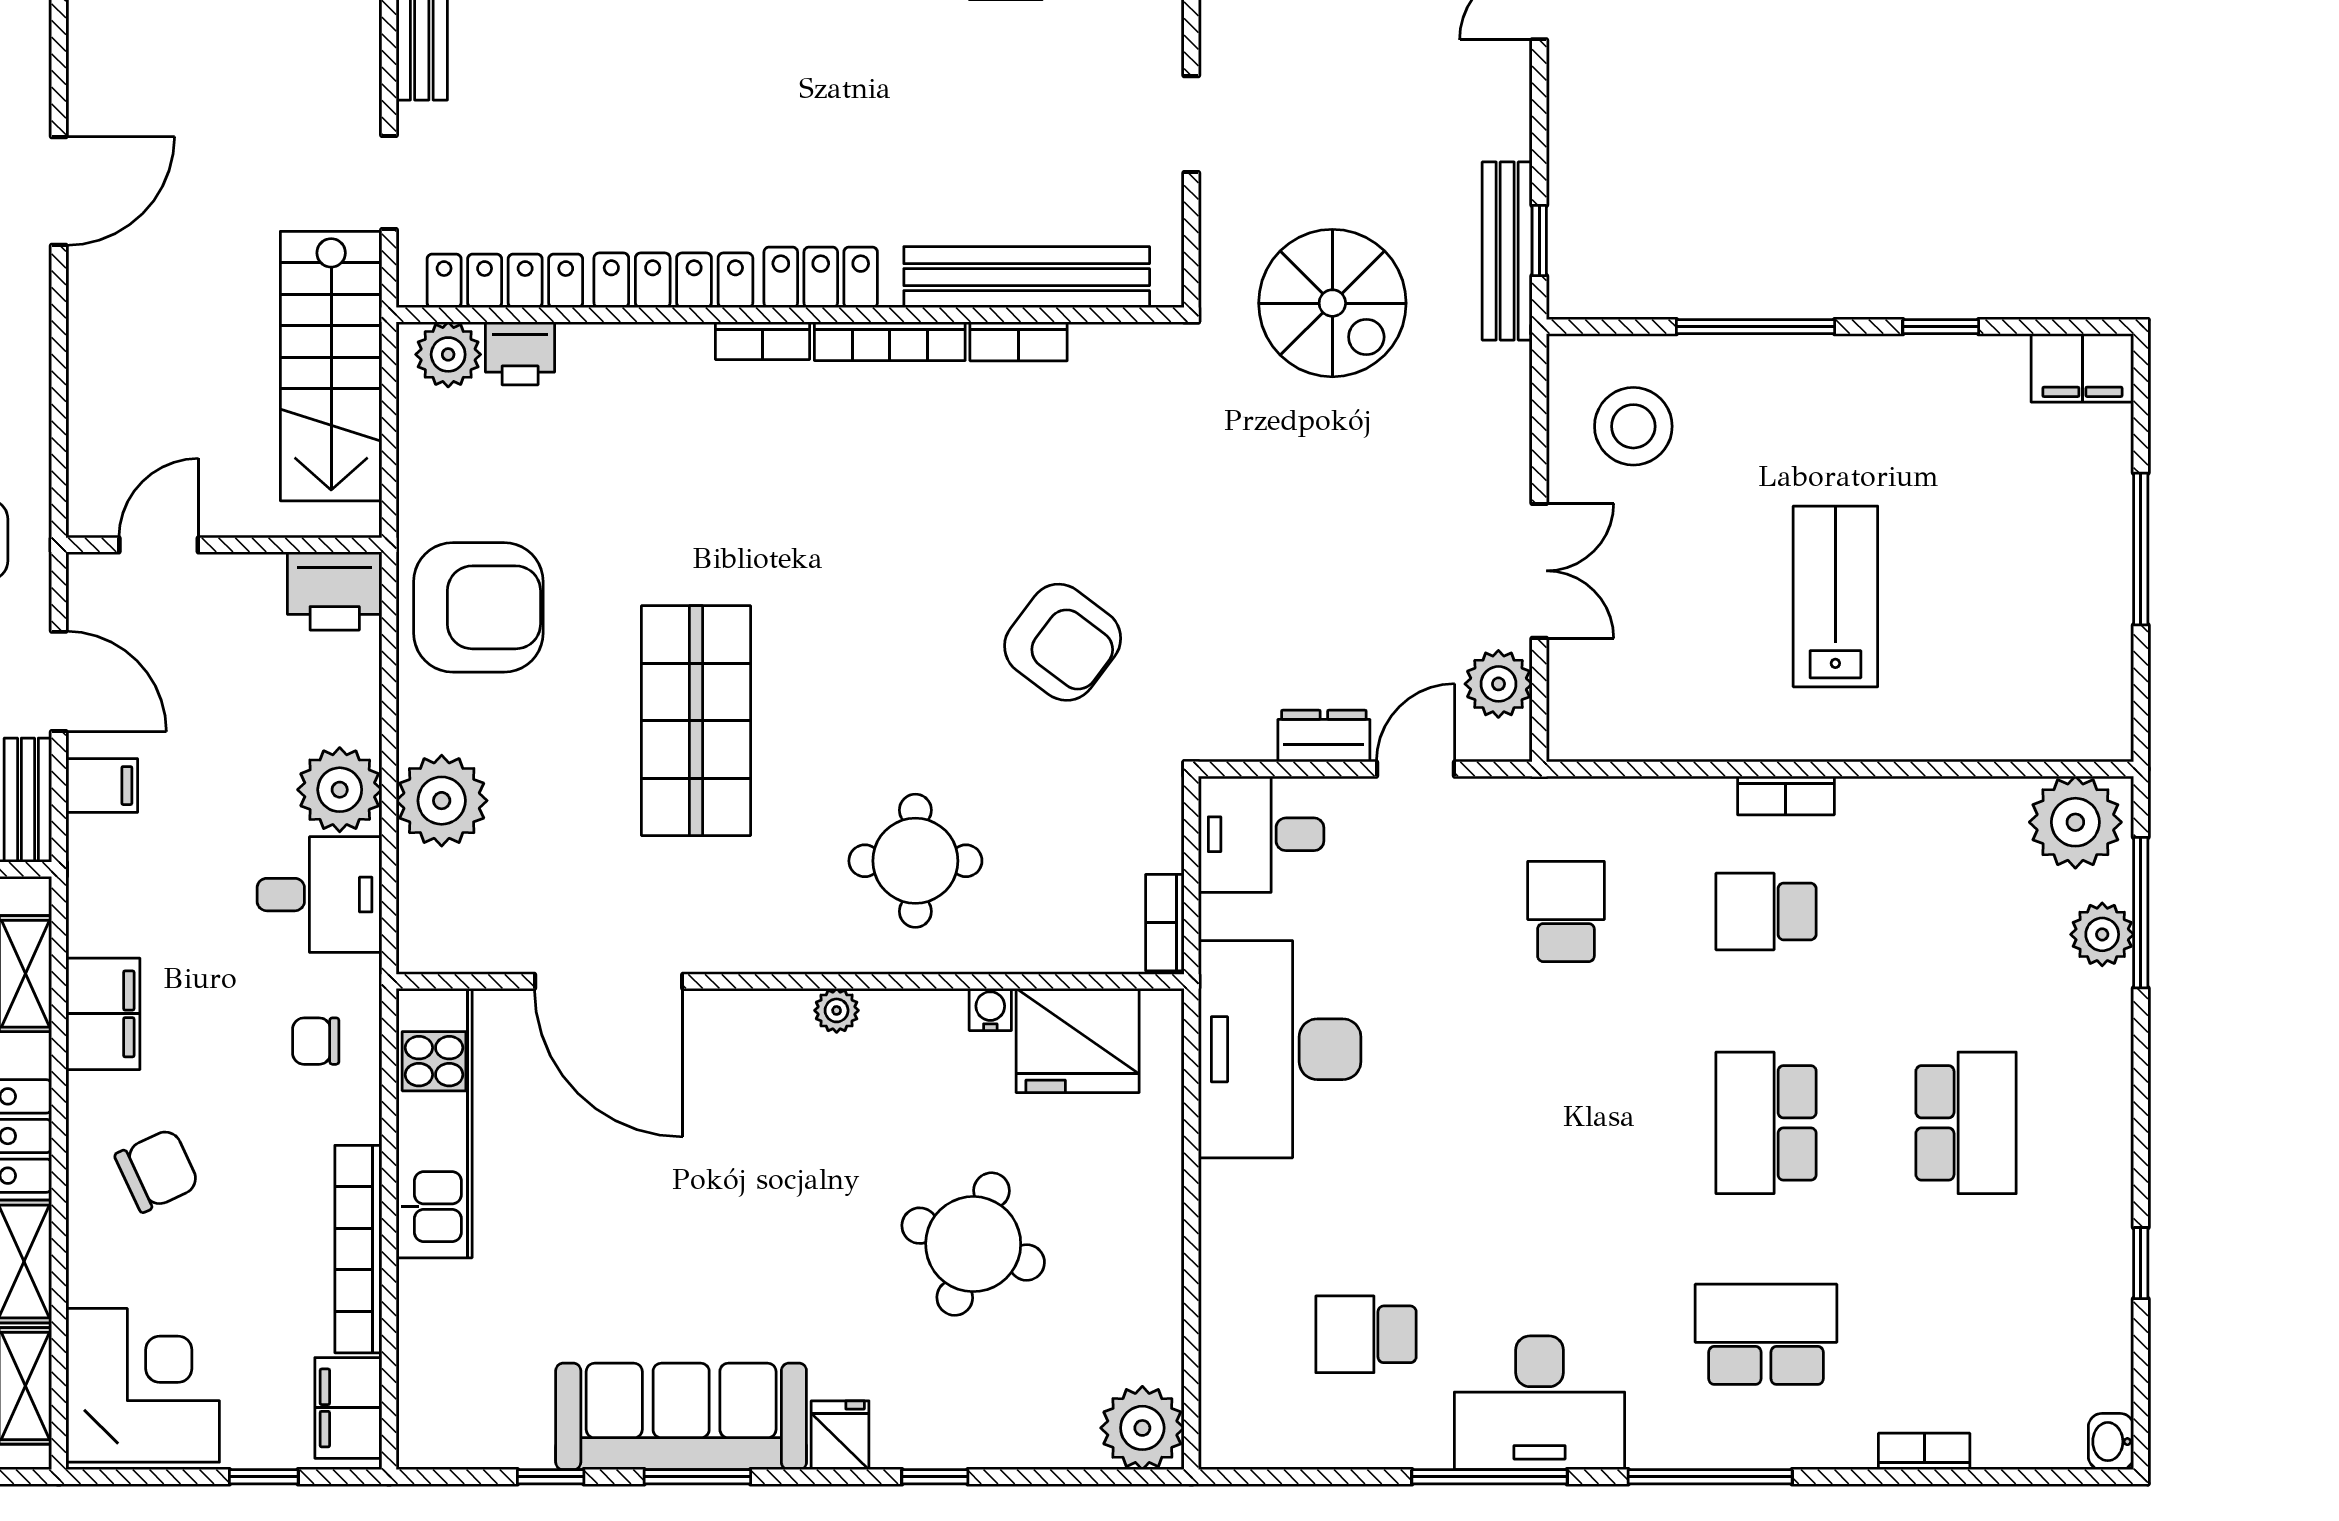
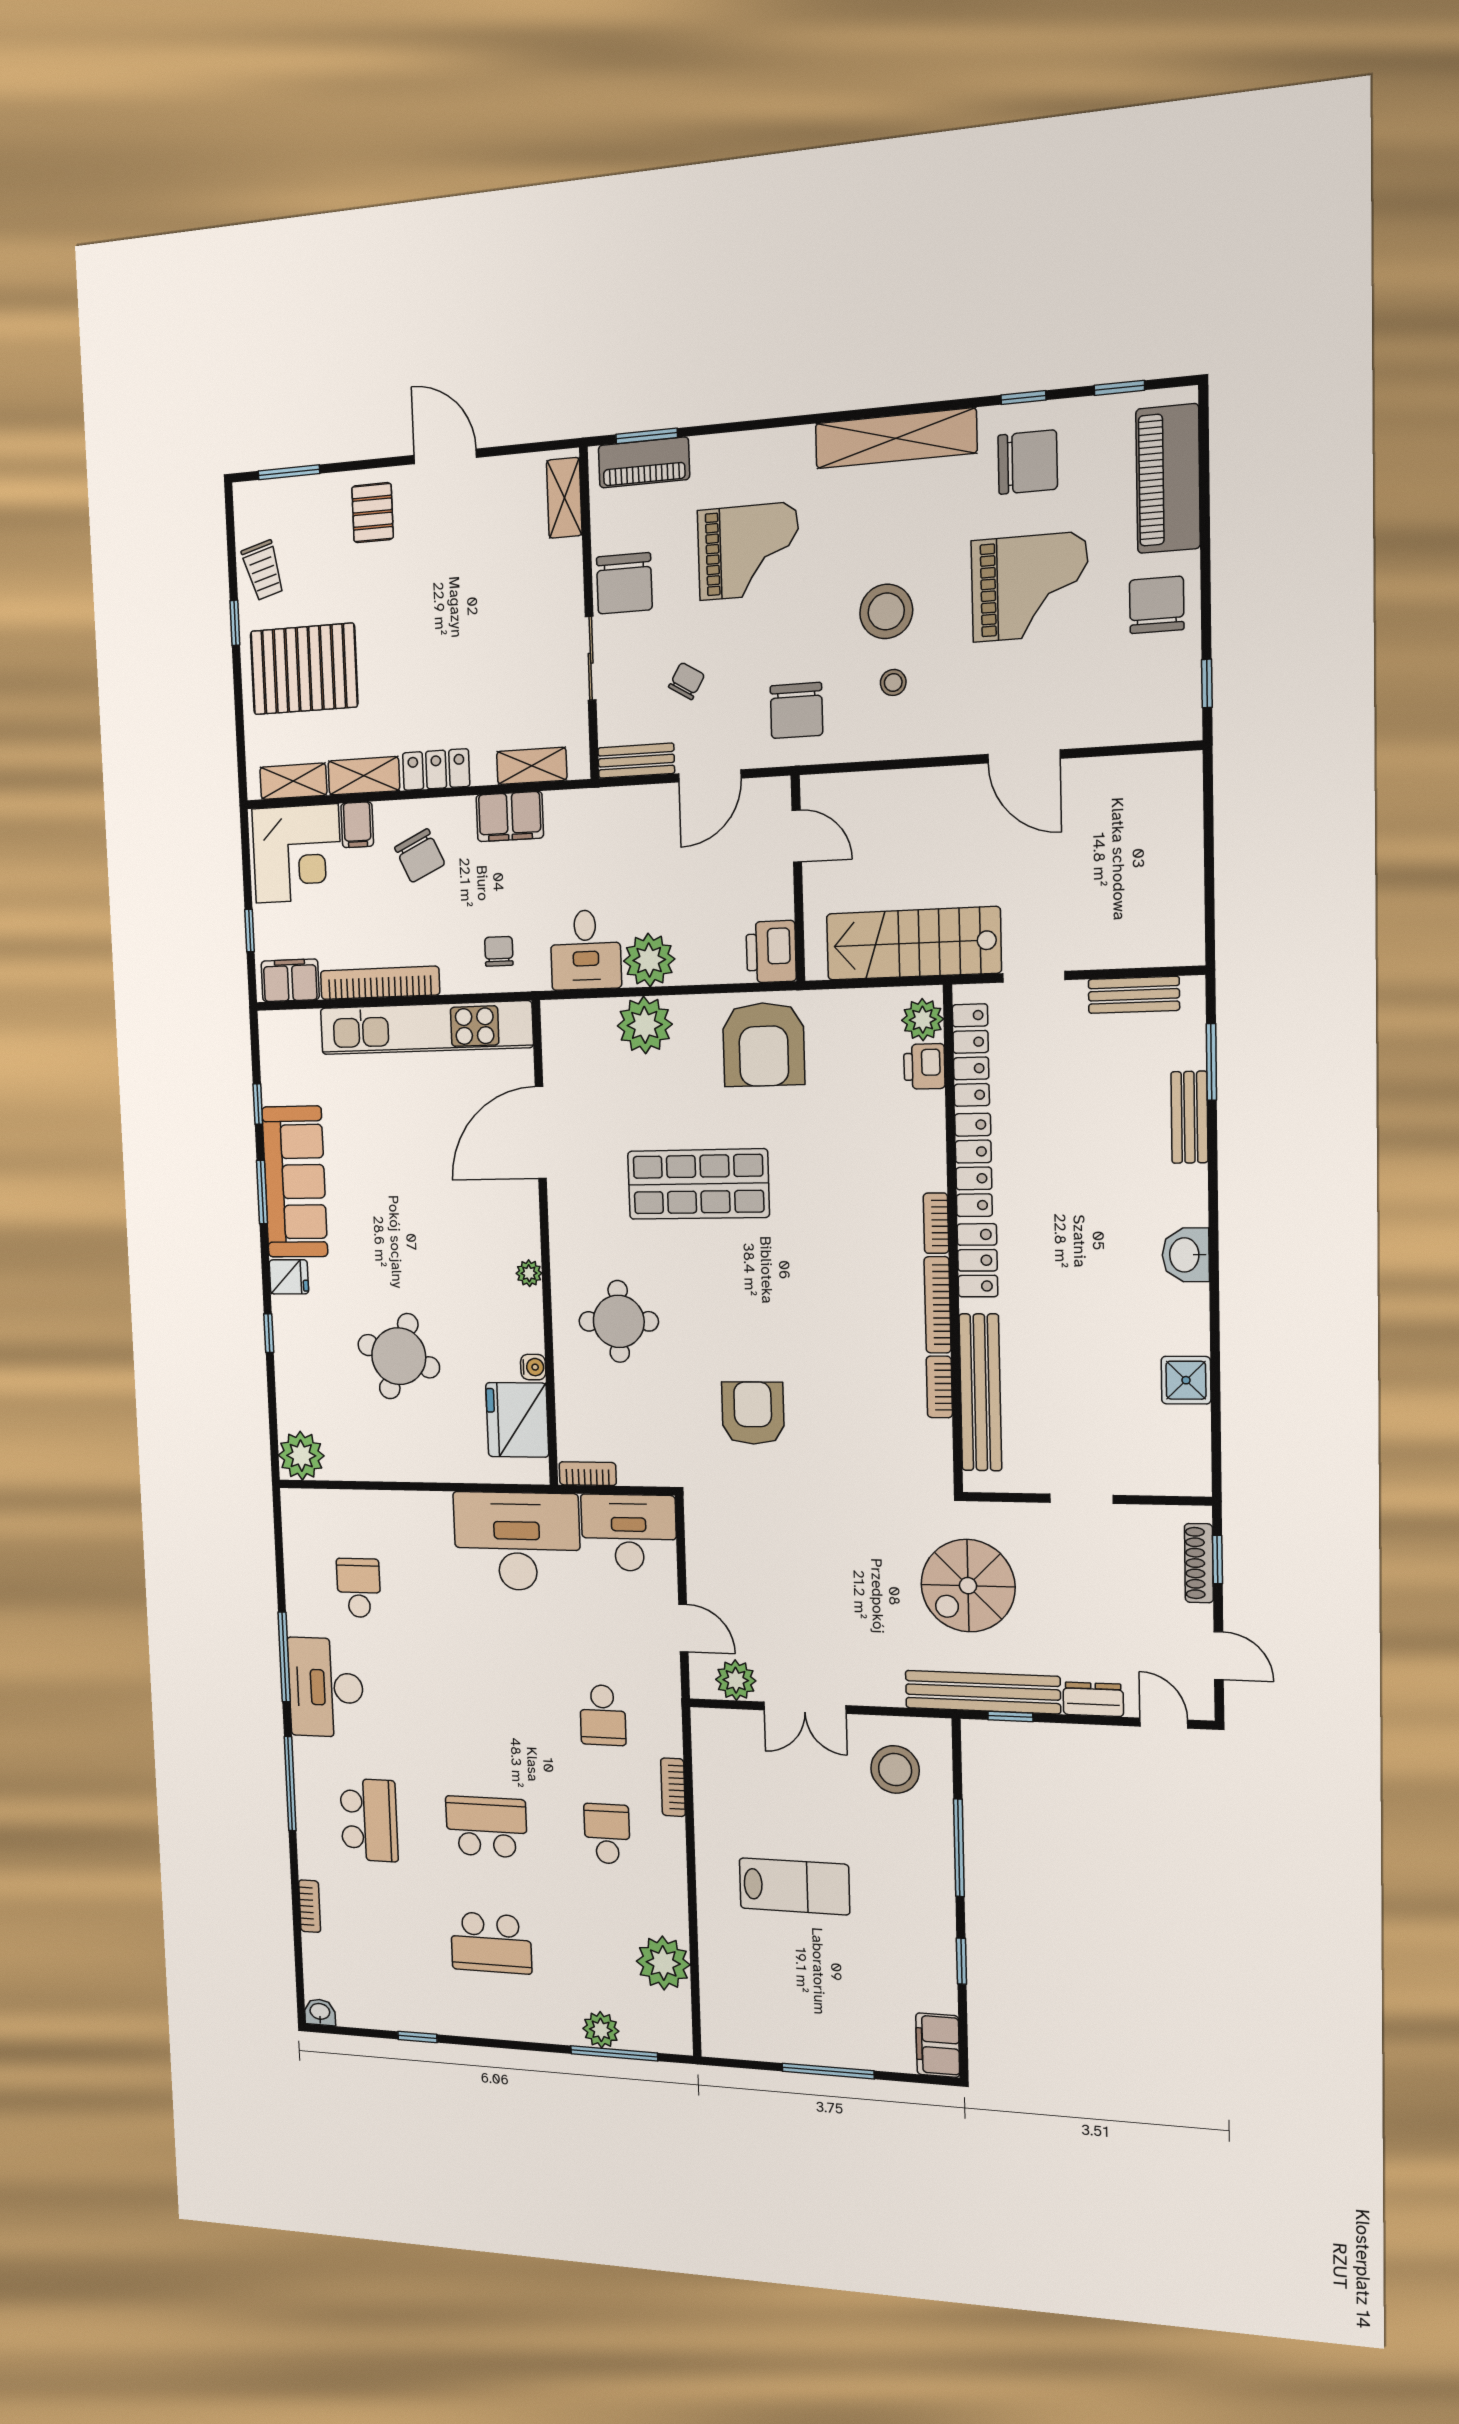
bench: (1507, 251) -> (983, 1692), width x1.37, depth x1.21
armchair: (1063, 642) -> (753, 1413), turned 143
dresser: (1324, 736) -> (1093, 1699), moved, turned -90
filing cabinet: (102, 786) -> (357, 825), moved
bookcase: (1786, 795) -> (673, 1787), moved
plant: (2075, 822) -> (663, 1963), moved
desk: (1261, 834) -> (629, 1533), width x1.37
school desk: (1566, 911) -> (603, 1715), turned 90
kitchen unit: (434, 1123) -> (426, 1028), width x1.36

